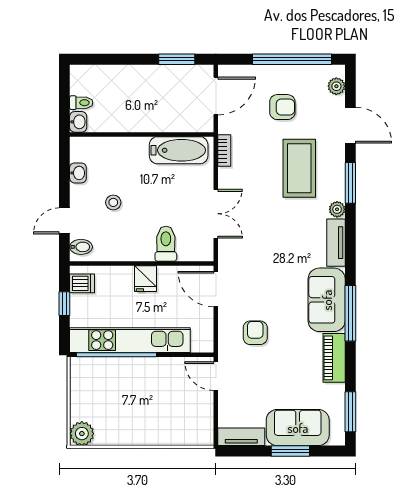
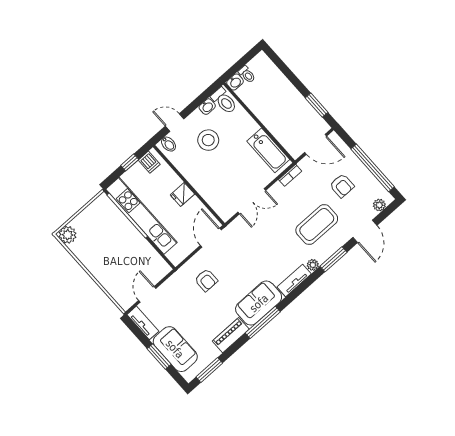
stool: (113, 202) -> (208, 140), width x1.89, depth x1.89
toilet: (166, 244) -> (224, 101), moved, turned 90
armchair: (255, 333) -> (206, 280), turned 90
door: (216, 376) -> (147, 294), moved

